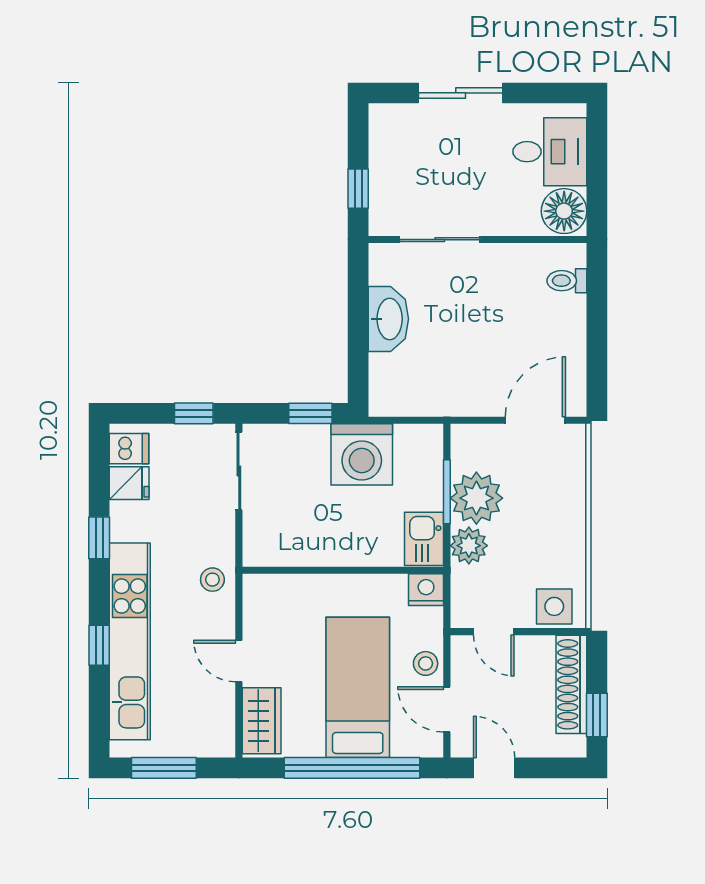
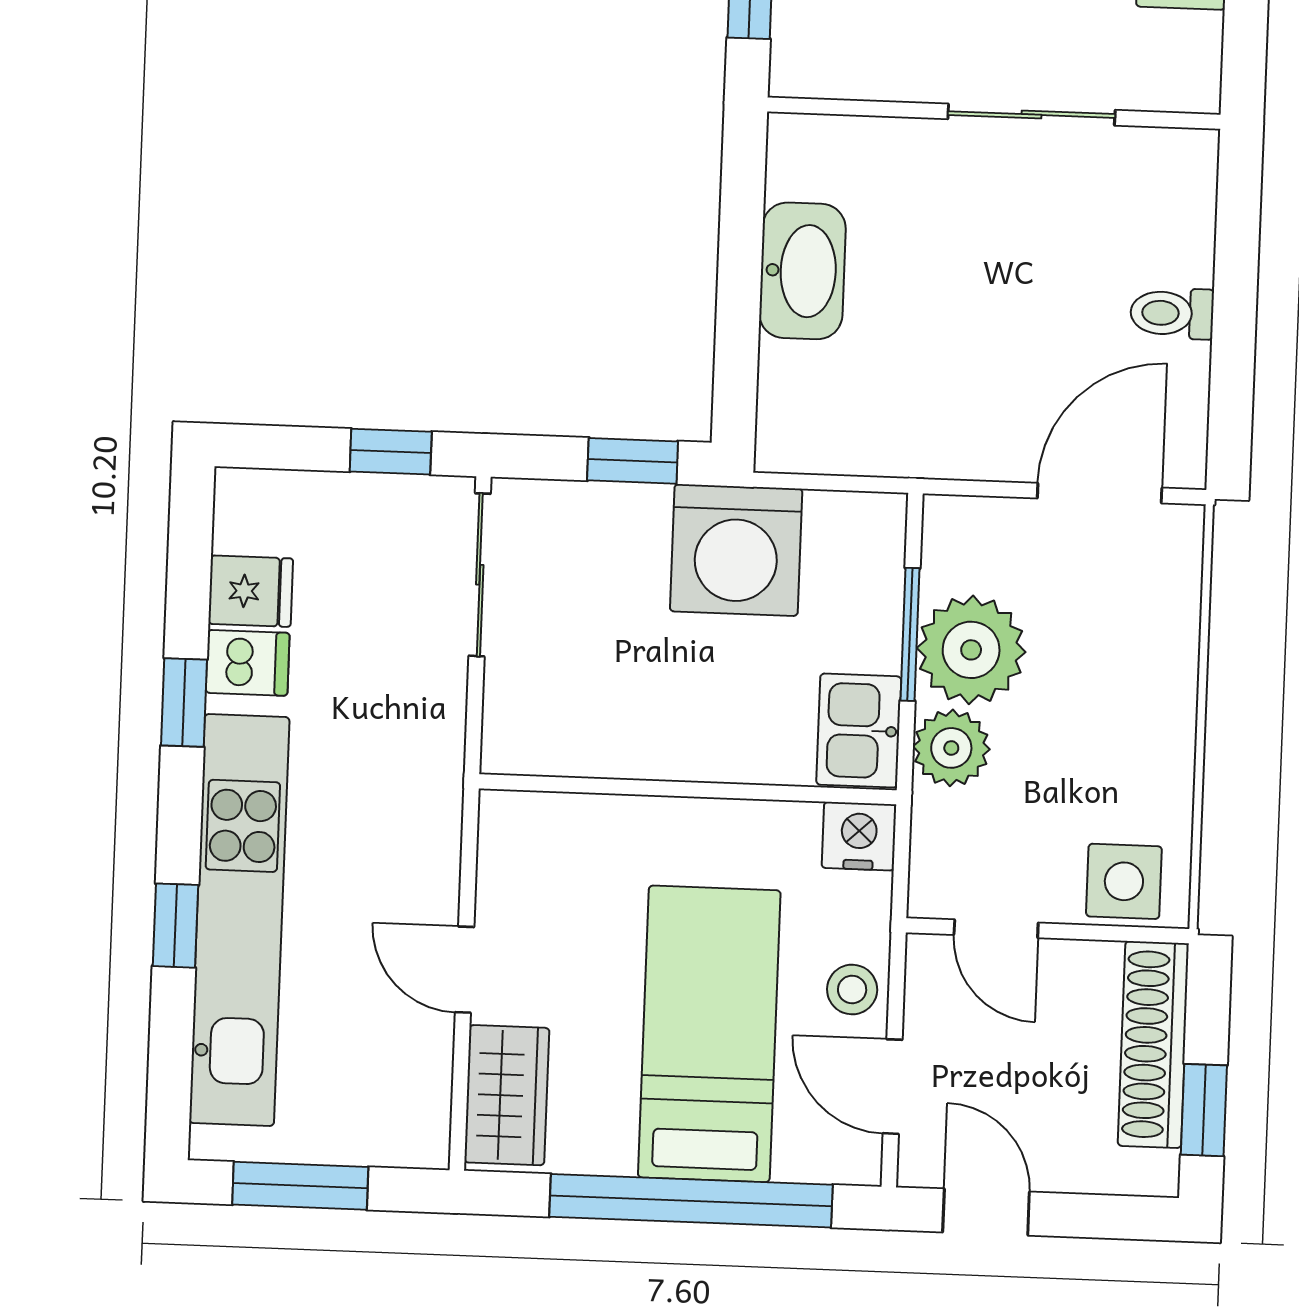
floor lamp: (564, 211) -> (1176, 61), removed
sliding door: (440, 240) -> (1031, 115), moved
toilet: (567, 281) -> (1172, 313), moved
dishwasher: (129, 449) -> (248, 663), moved
stool: (212, 580) -> (416, 798), removed

